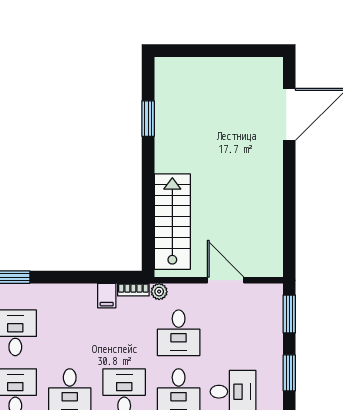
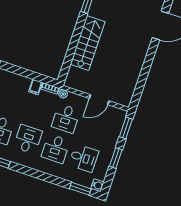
stairs: (172, 222) -> (88, 43), moved
door: (226, 280) -> (99, 100), swing flipped

